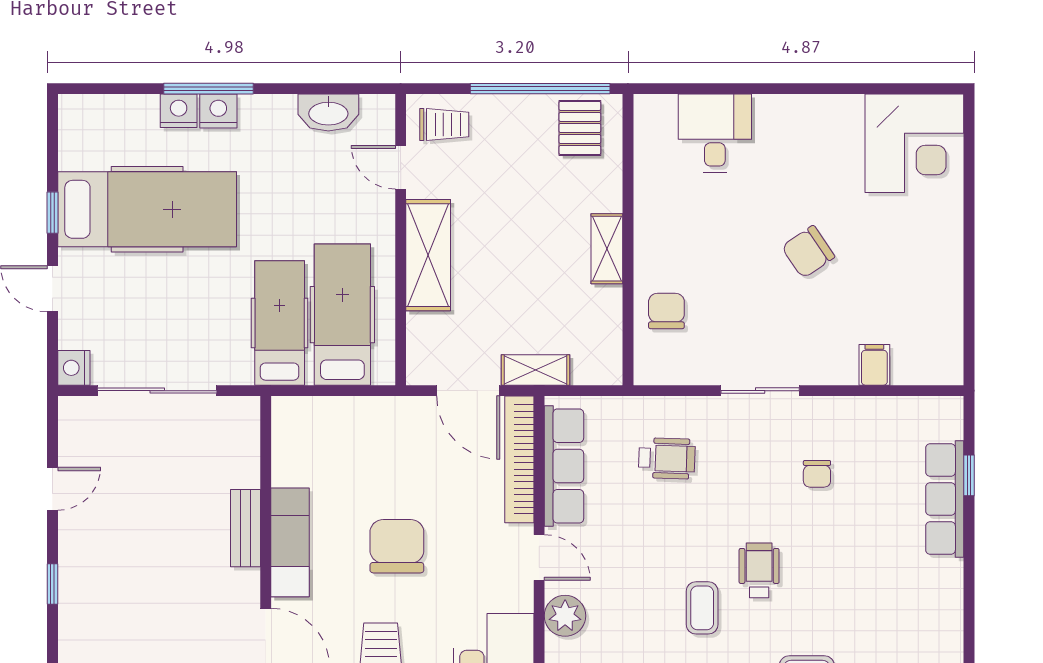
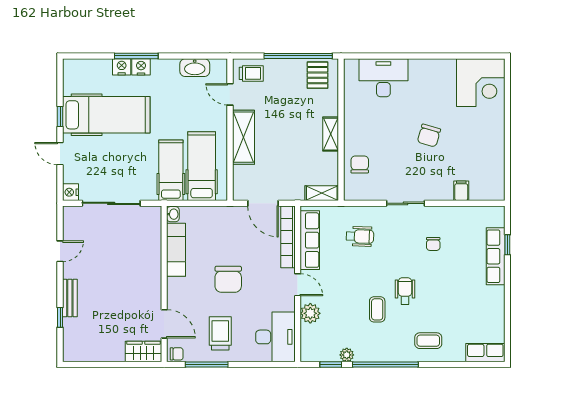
desk: (715, 133) -> (383, 78), width x1.37
chair: (808, 252) -> (429, 136), turned -40
shelving: (536, 370) -> (322, 193), moved
washbasin: (284, 413) -> (173, 214), added
bench: (245, 528) -> (70, 298), moved
exam couch: (290, 542) -> (176, 250), moved
chair: (397, 546) -> (228, 279), turned 180
window: (52, 584) -> (60, 317), moved

